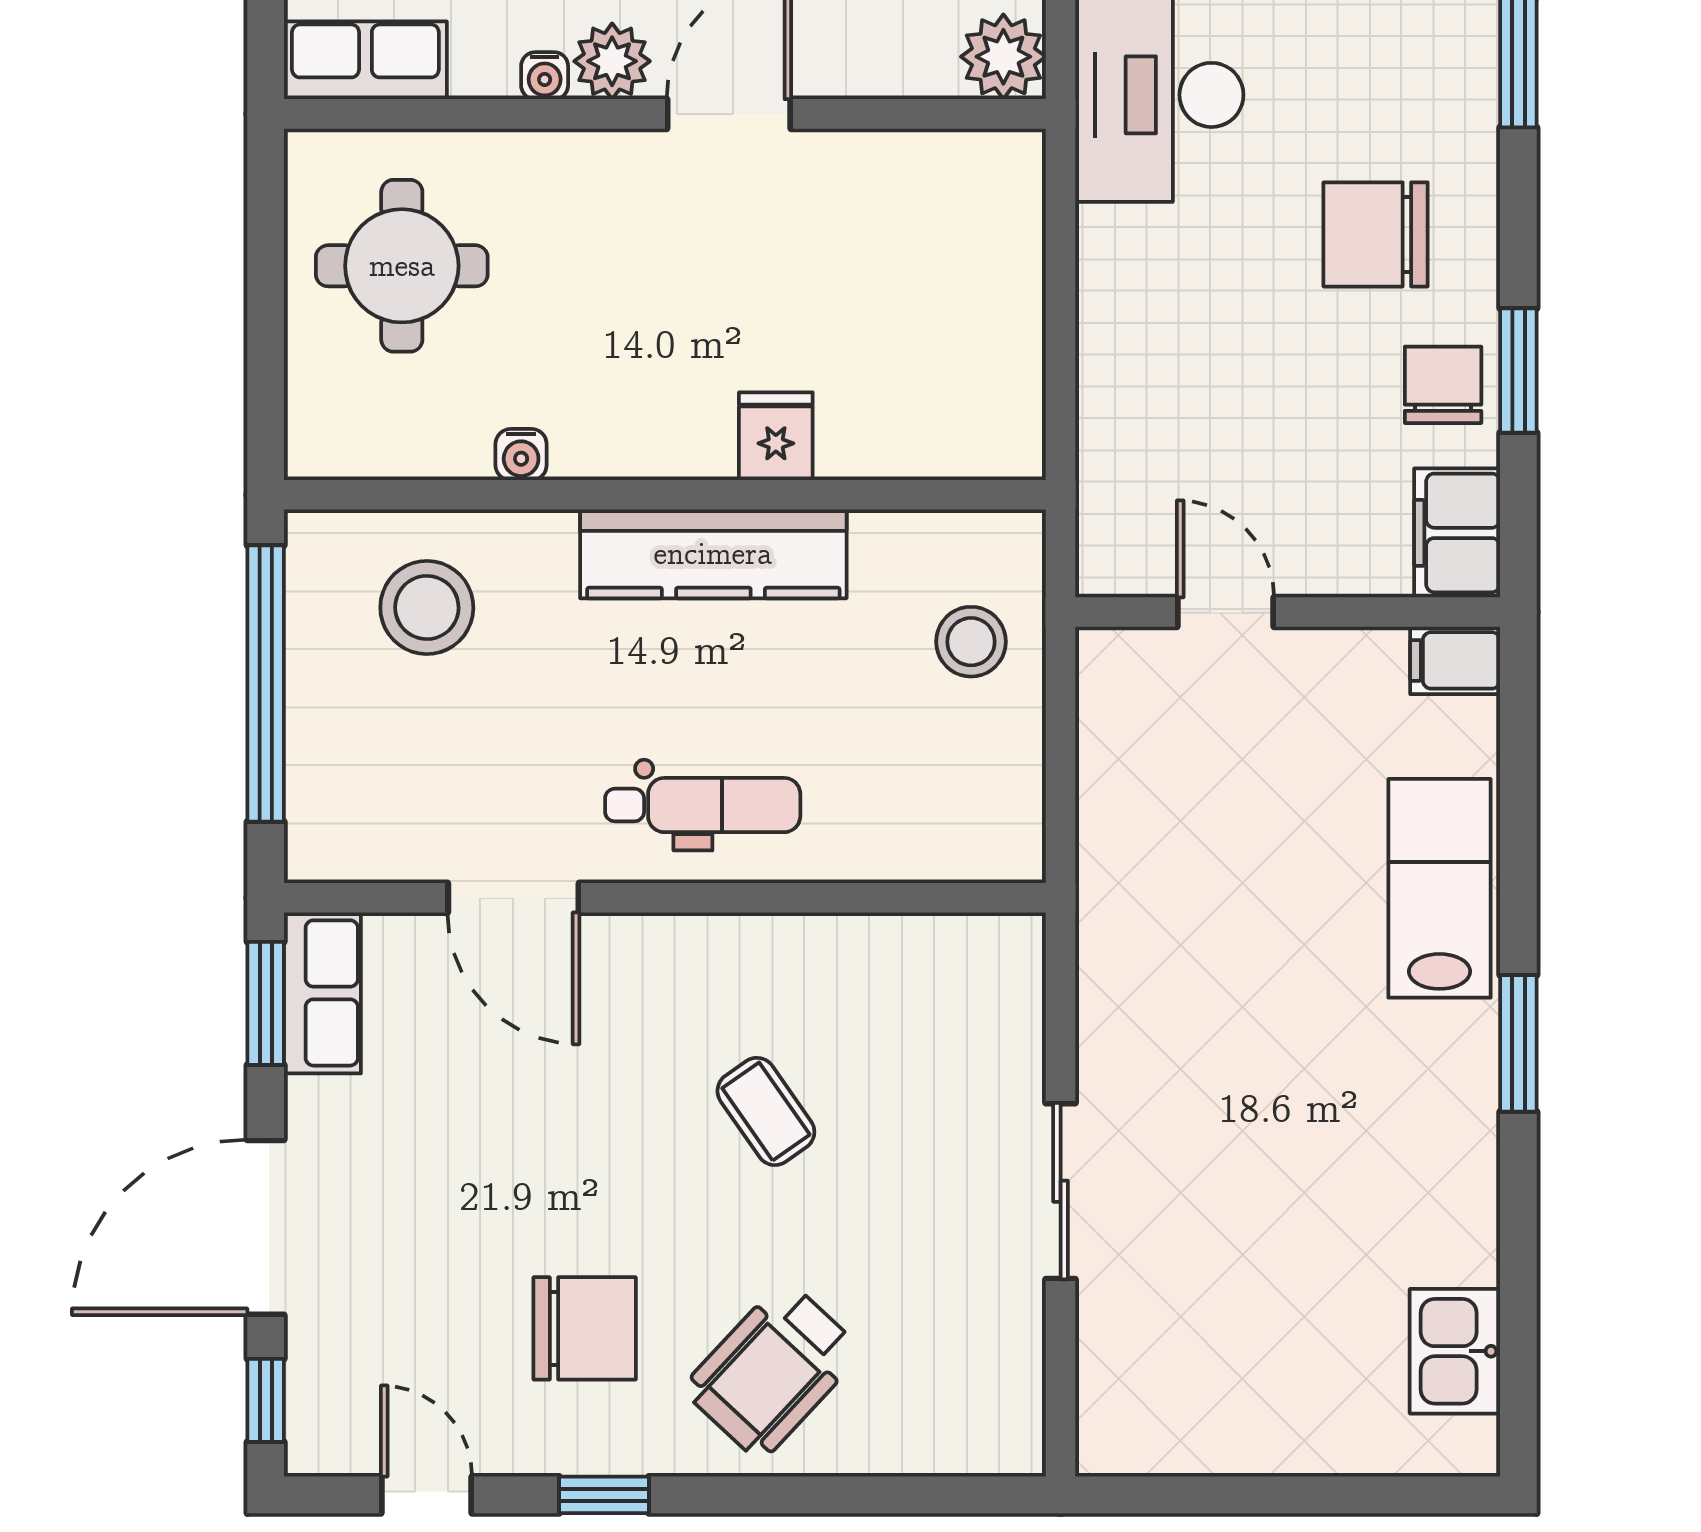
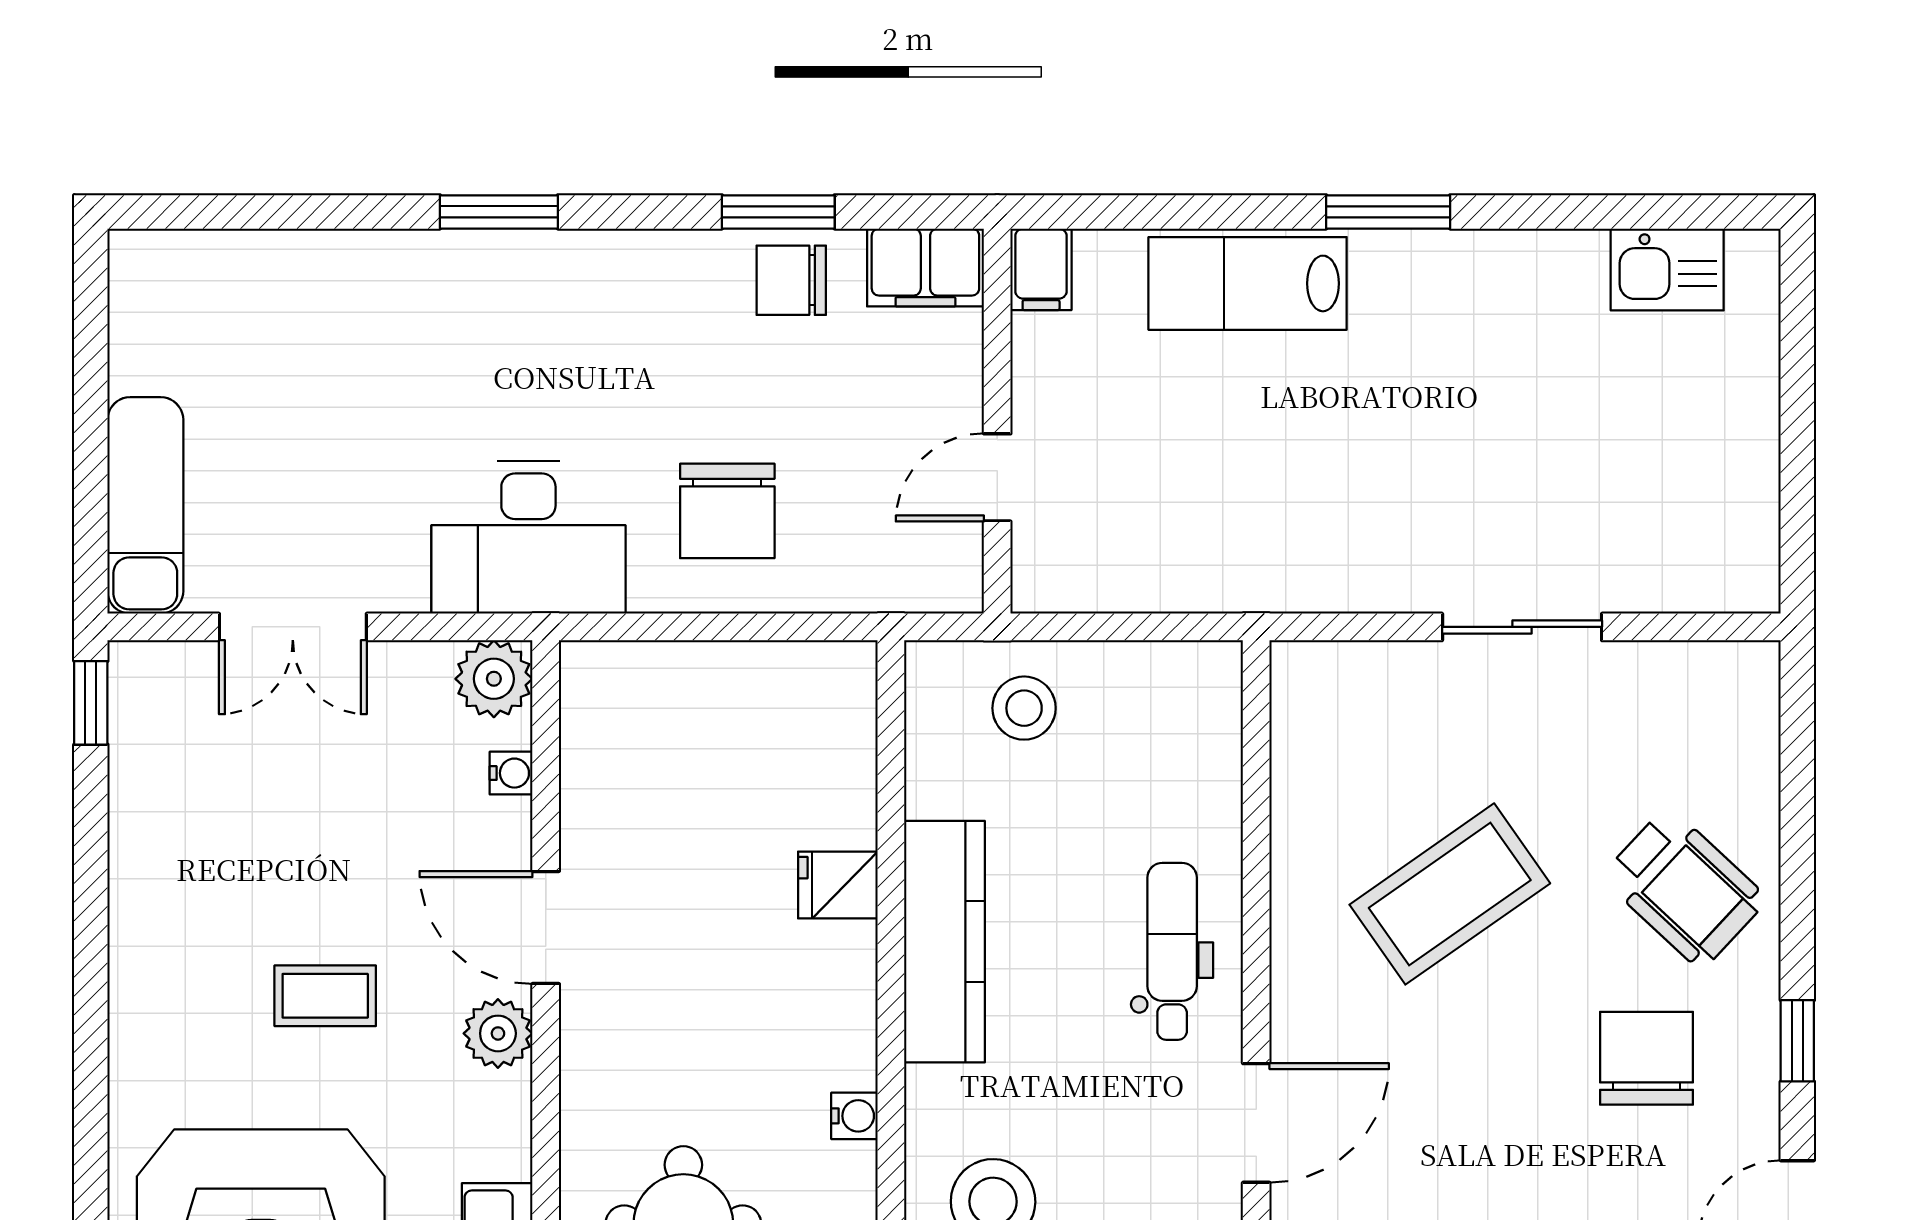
water cooler: (545, 76) -> (511, 773), moved
chair: (1376, 234) -> (727, 511), moved
coffee table: (766, 1111) -> (1450, 894), width x1.86, depth x1.72

